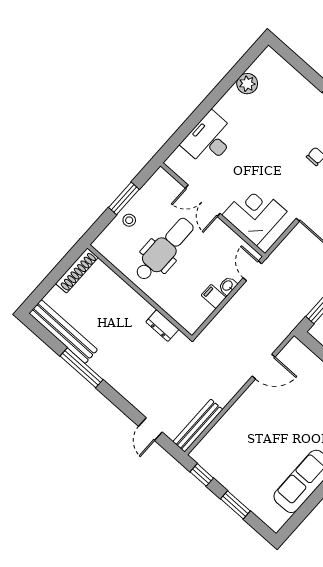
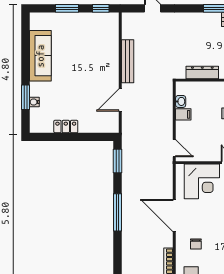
washbasin: (228, 286) -> (181, 101), moved
dresser: (162, 326) -> (202, 72), width x1.44
bench: (198, 426) -> (128, 61), moved

